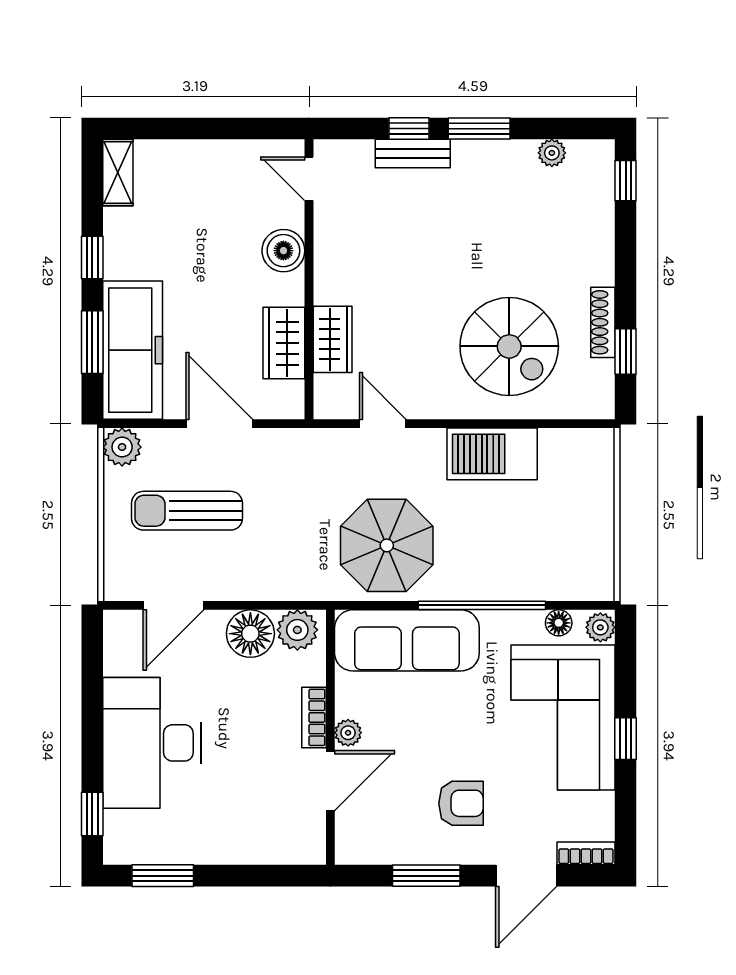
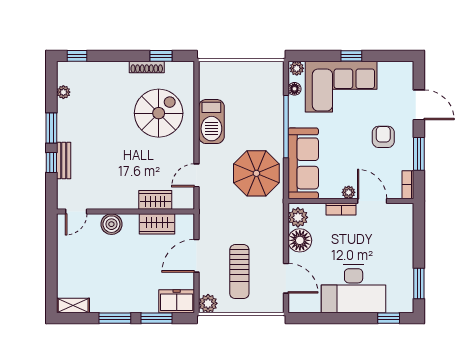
window: (92, 257) -> (115, 318), width x1.50
freezer: (133, 350) -> (177, 301), width x0.52, depth x0.79
bookcase: (586, 853) -> (408, 185), moved

